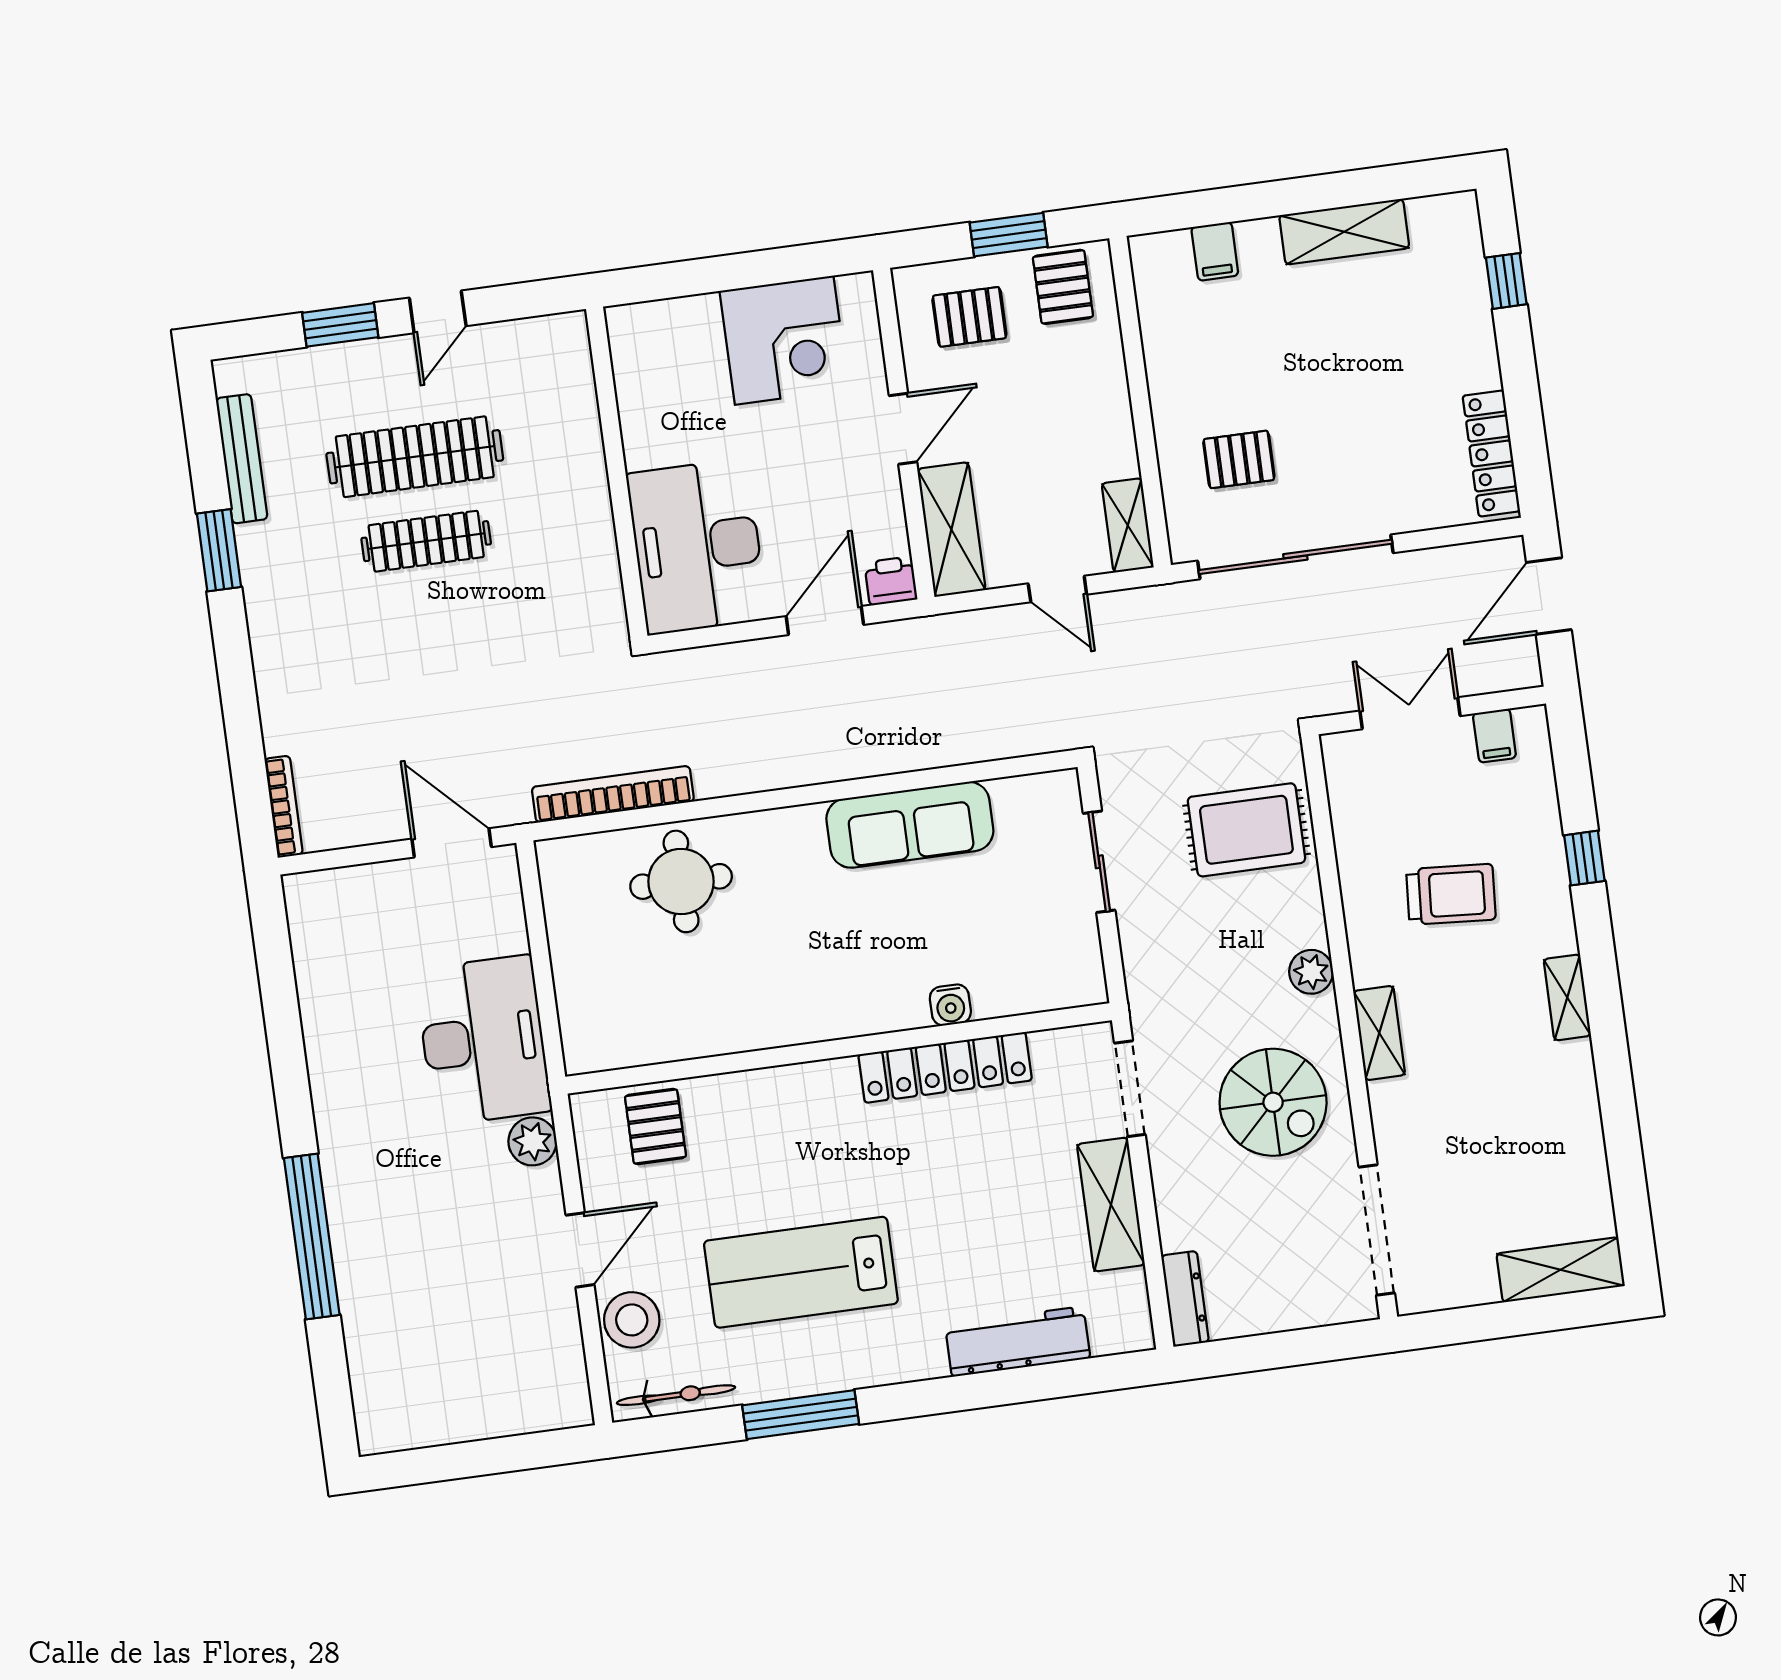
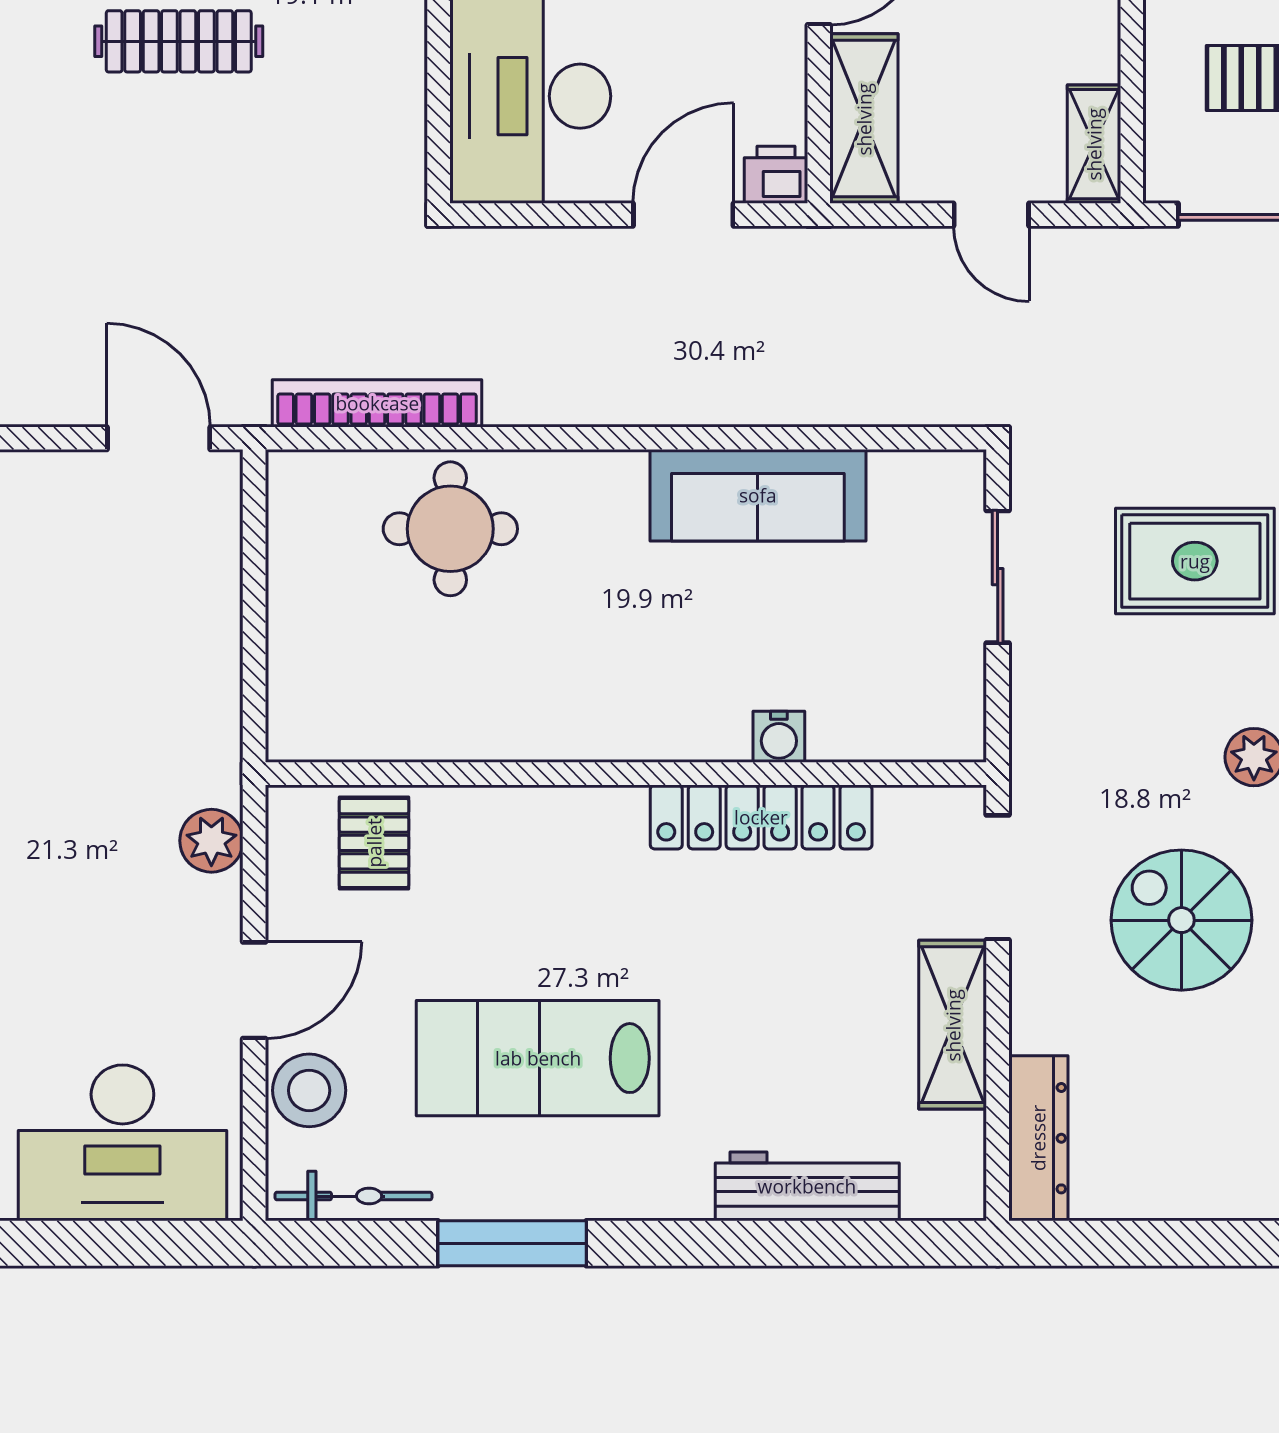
desk: (483, 1040) -> (122, 1143), moved, turned 90
spiral stairs: (1273, 1102) -> (1181, 920), turned 180
dresser: (1185, 1299) -> (1038, 1138), width x1.37, depth x1.24

